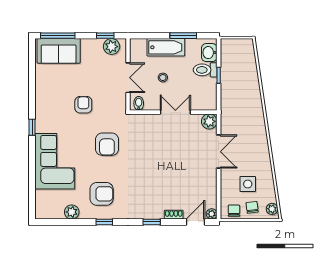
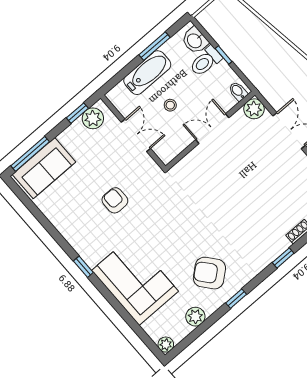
bidet: (139, 103) -> (238, 91), moved
armchair: (107, 144) -> (172, 219), removed
armchair: (102, 194) -> (209, 273), turned -130
plant: (41, 213) -> (166, 345), added

